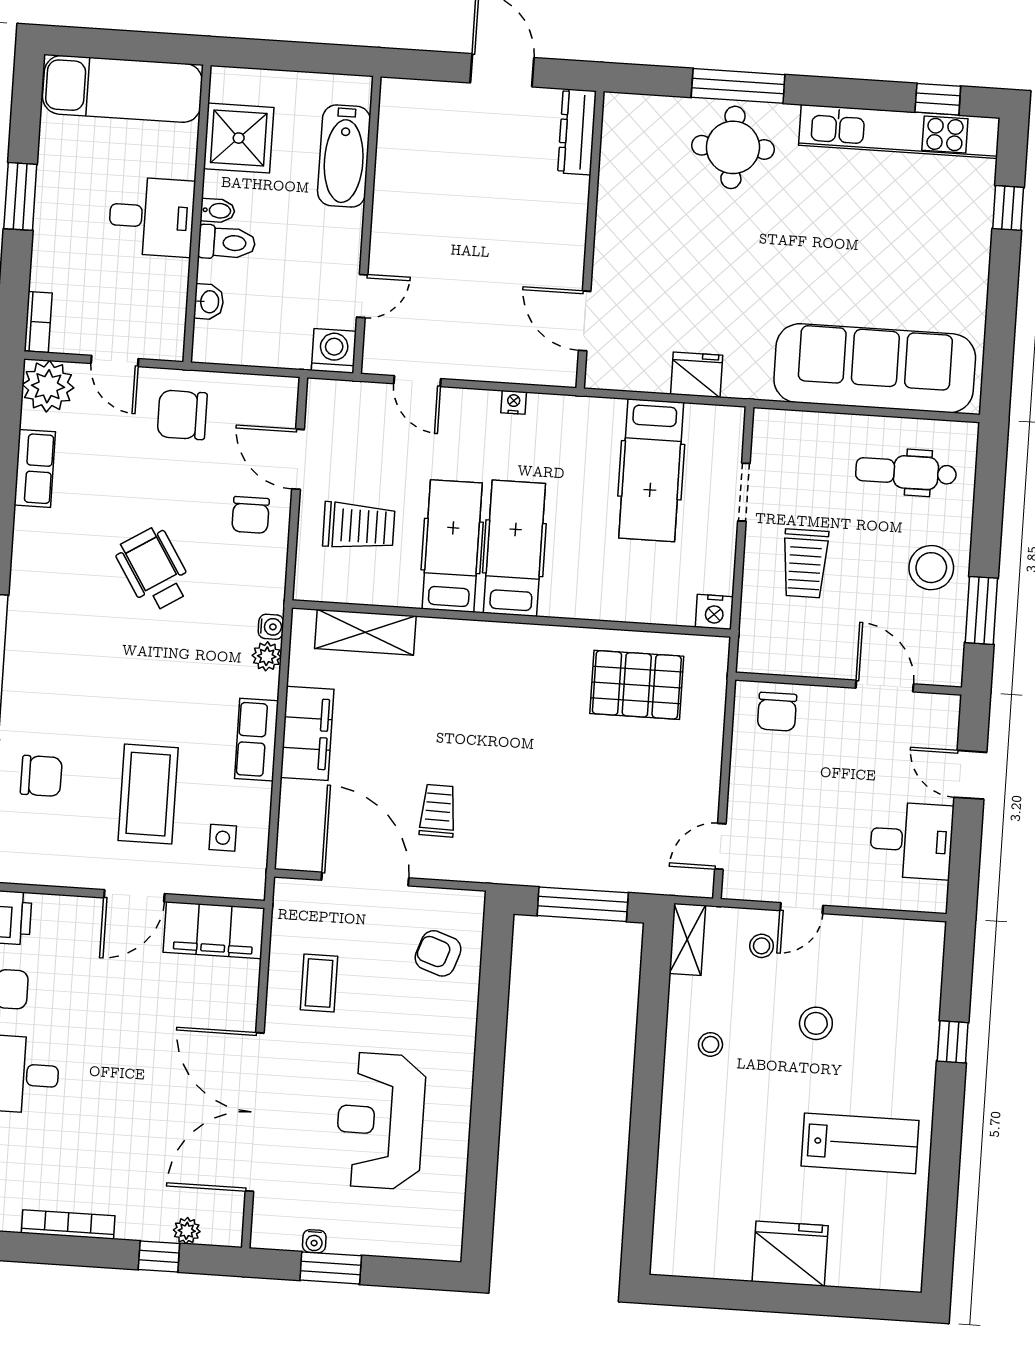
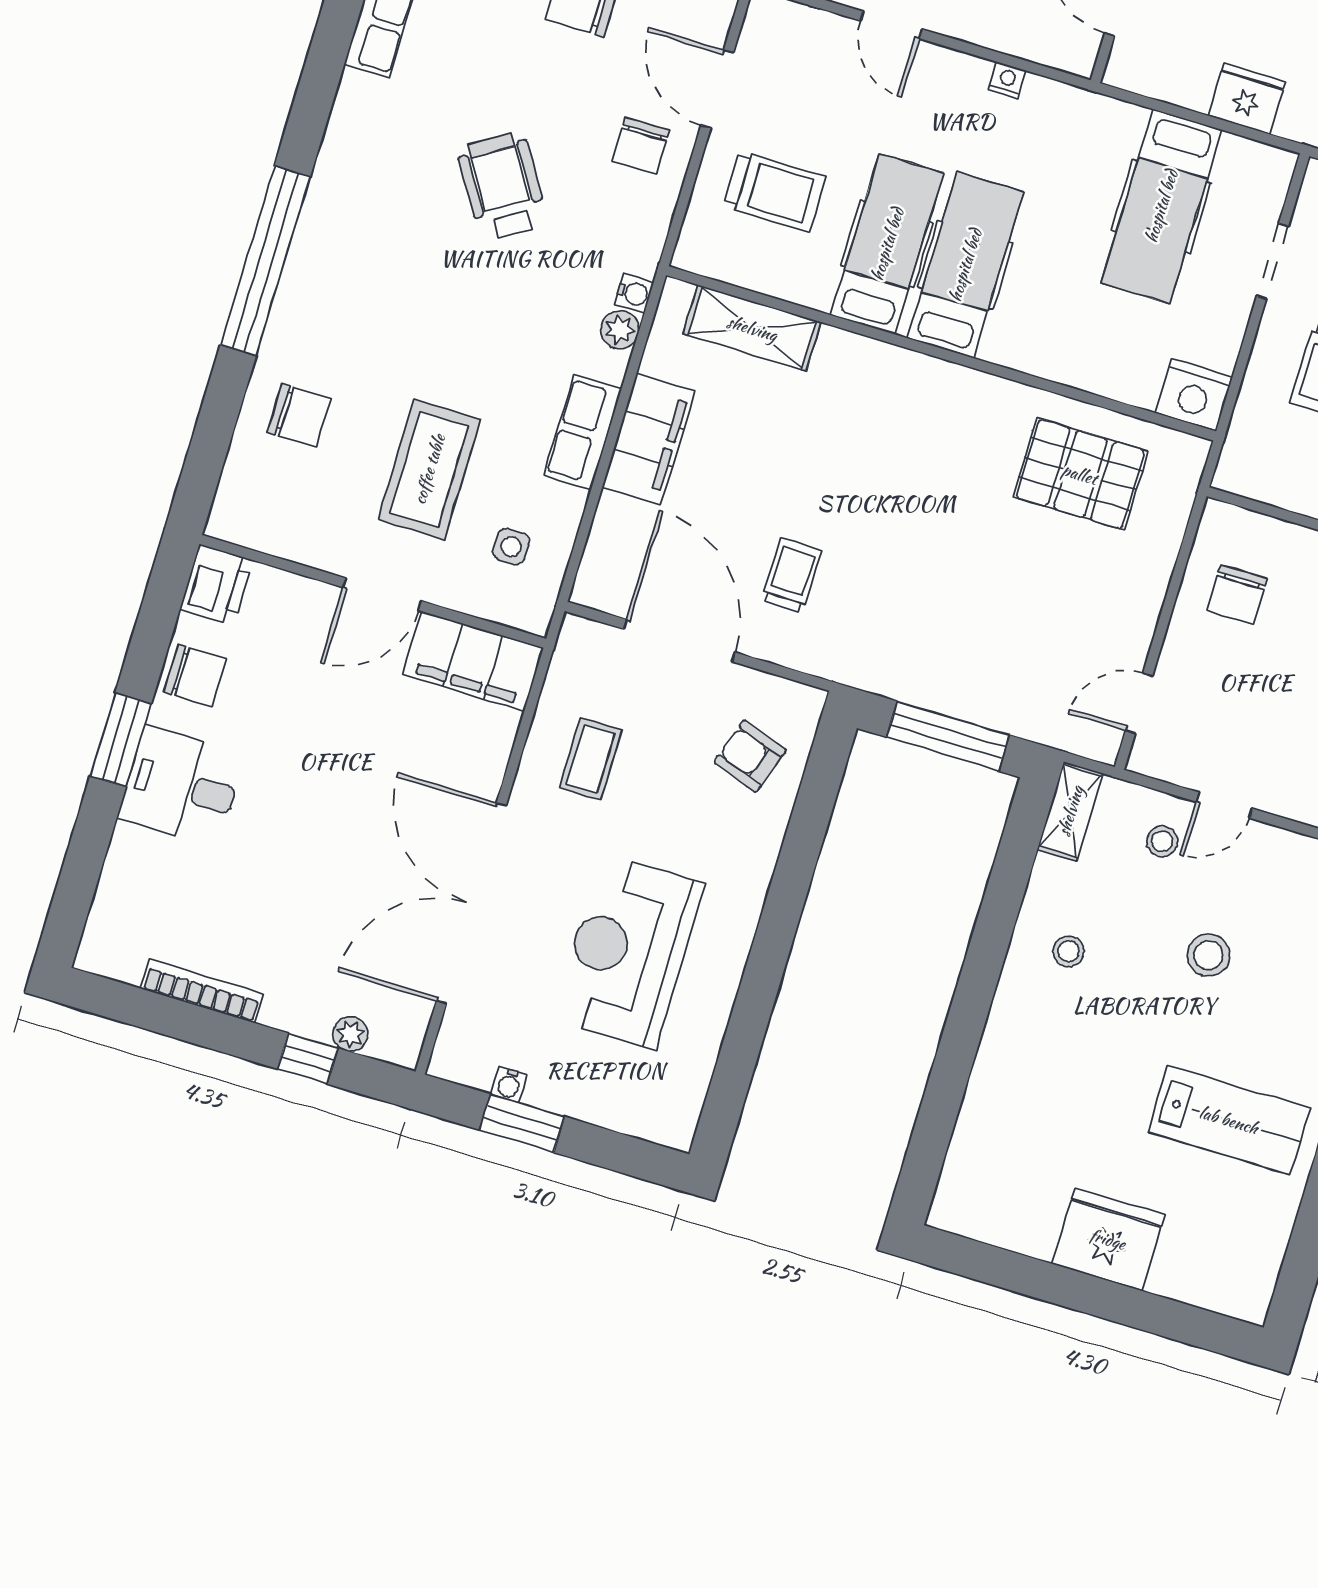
nightstand: (714, 612) -> (1194, 395), width x1.36, depth x1.33
chair: (777, 712) -> (1237, 595), moved

